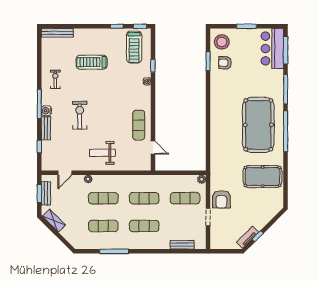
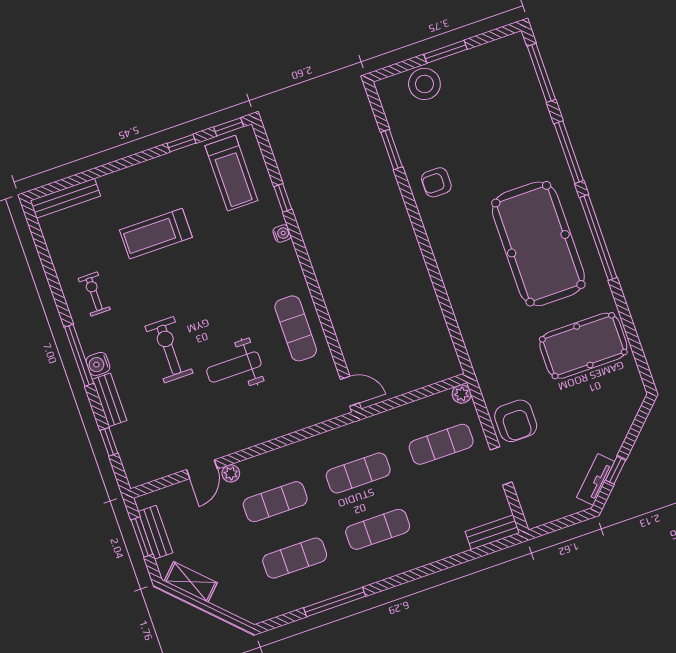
stool: (222, 42) -> (424, 84), moved
bar counter: (272, 49) -> (513, 79), removed
armchair: (225, 63) -> (436, 182), moved
door: (153, 147) -> (350, 391), moved
weight bench: (102, 153) -> (234, 367), moved
door: (65, 173) -> (202, 469), moved
bench: (182, 245) -> (492, 532), moved

